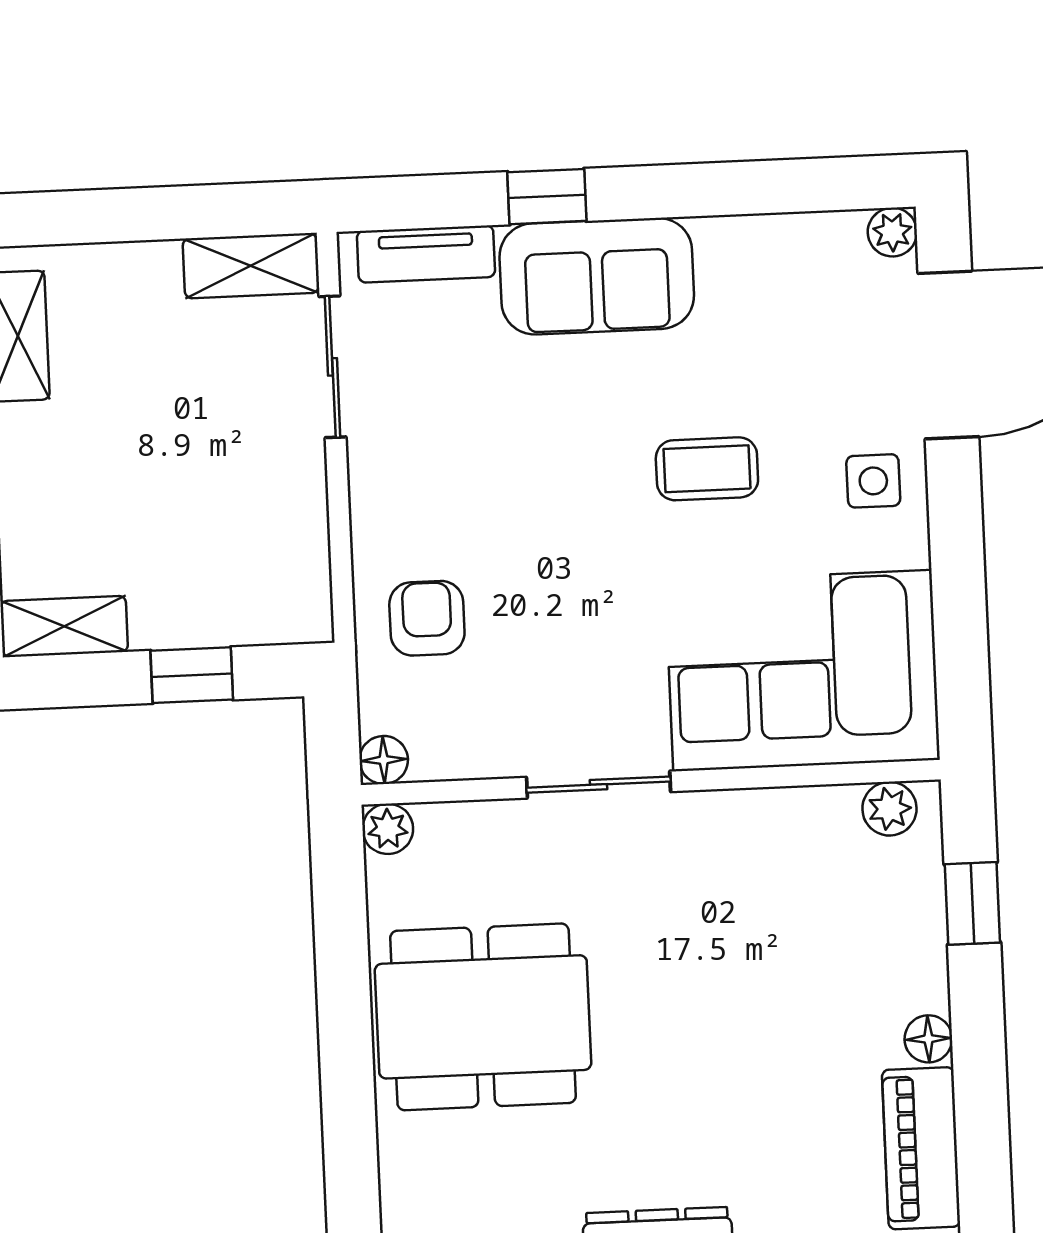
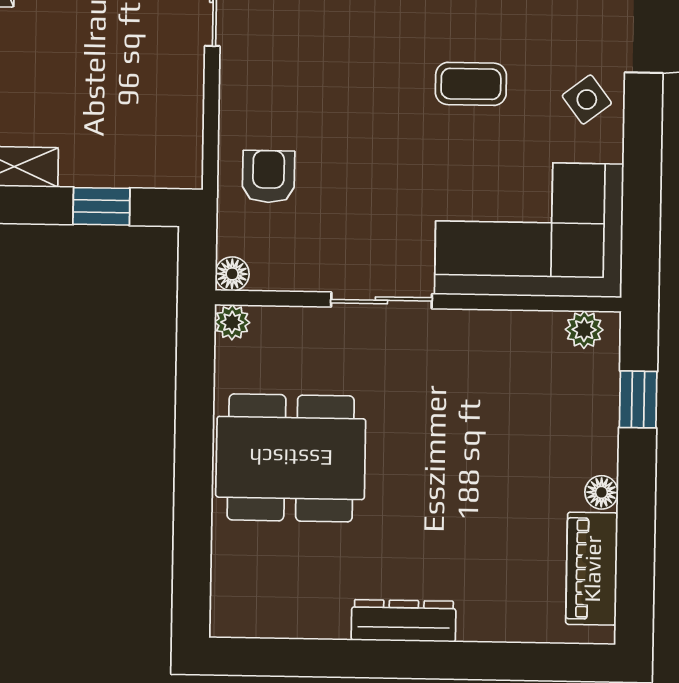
side table: (873, 481) -> (587, 100), turned -37

